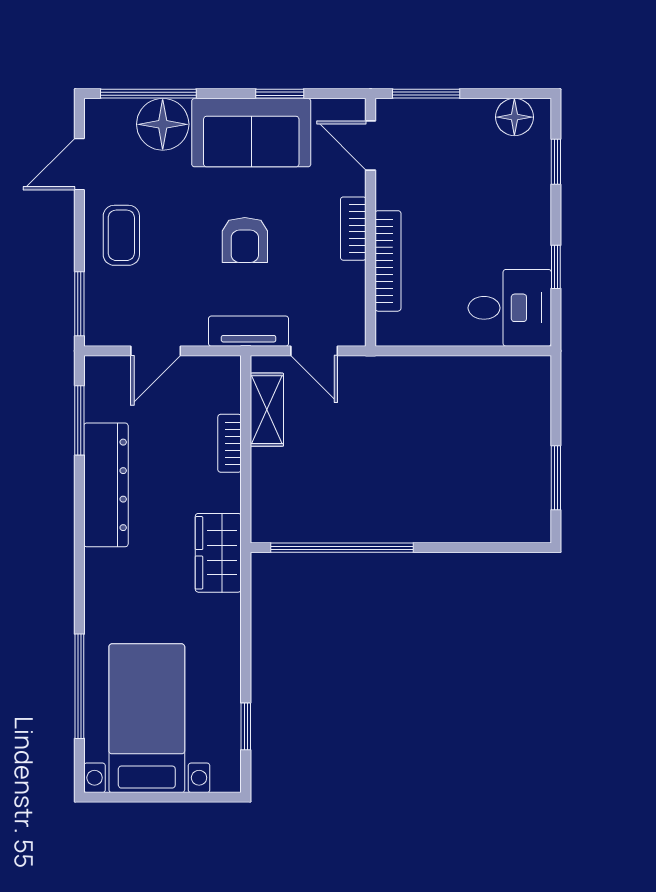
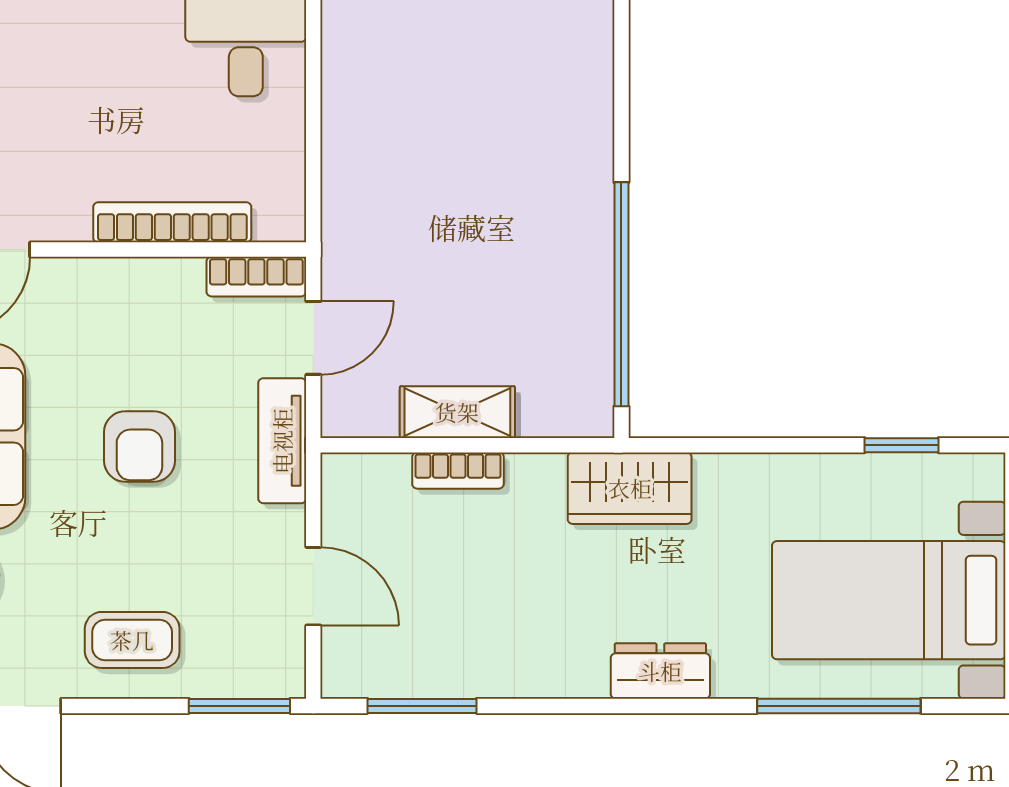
bookcase: (353, 229) -> (256, 277), moved
armchair: (245, 240) -> (139, 446), turned 90
shelving: (267, 410) -> (457, 412), moved
dresser: (106, 485) -> (660, 671), moved, width x0.51, depth x0.80

